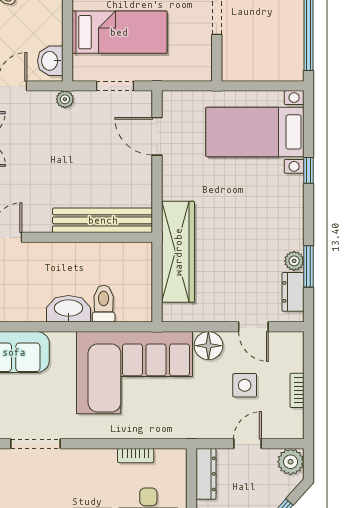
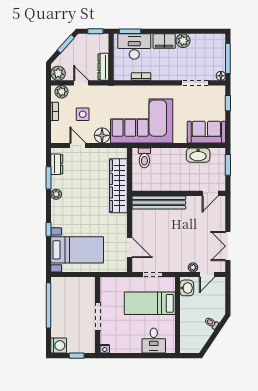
plant: (65, 99) -> (193, 267), moved
plant: (294, 261) -> (56, 194), moved
toilet: (104, 304) -> (144, 158), moved
washbasin: (68, 309) -> (198, 155), moved
plant: (284, 427) -> (62, 92), added
door: (247, 444) -> (81, 83), swing flipped

